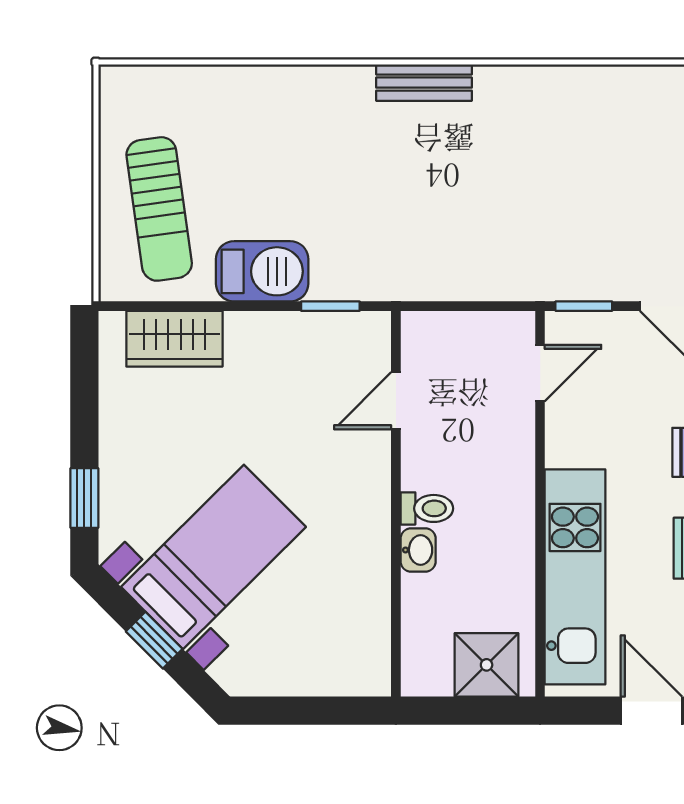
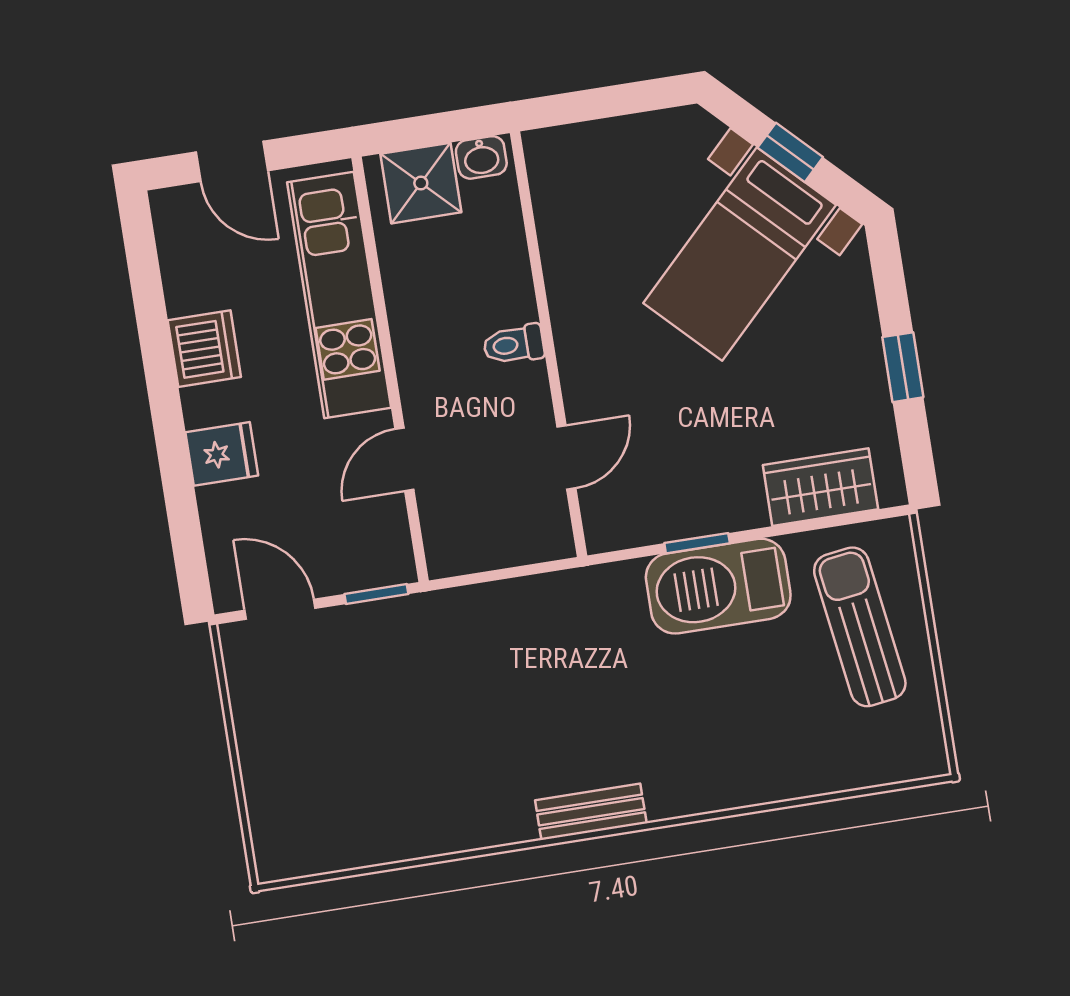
barbecue: (262, 271) -> (718, 586), width x1.37, depth x1.21
window: (330, 306) -> (697, 543), moved
door: (540, 373) -> (404, 459), moved
window: (84, 498) -> (903, 367), moved
washbasin: (418, 550) -> (481, 157), moved, turned -90

